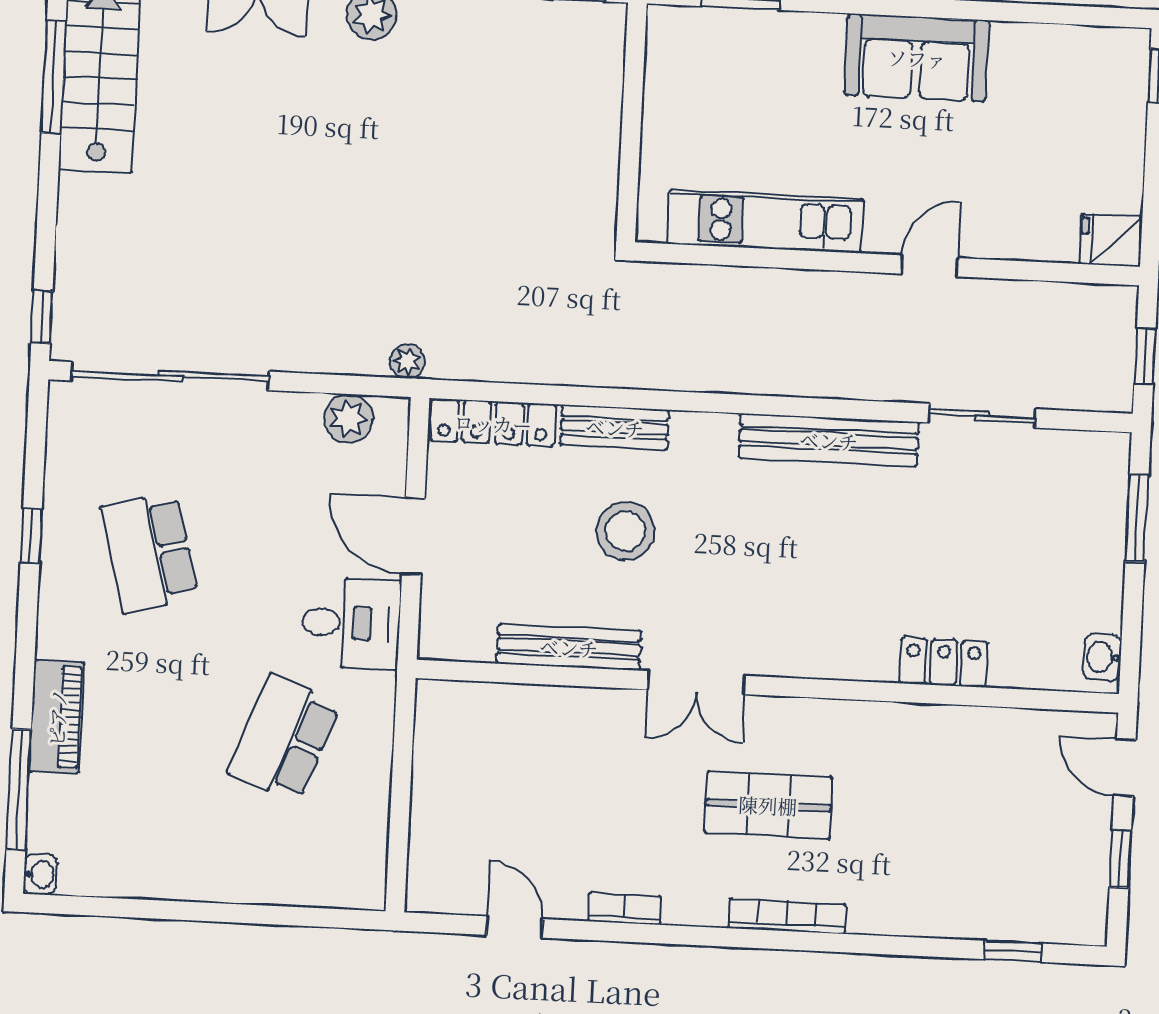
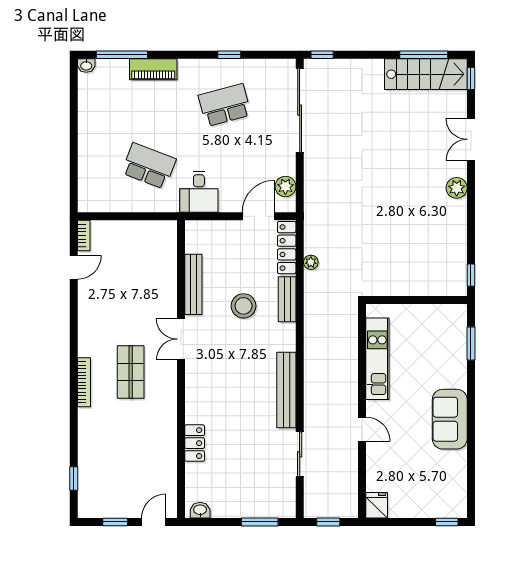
plant: (407, 361) -> (311, 262), moved
door: (413, 536) -> (258, 216), moved
bookcase: (625, 909) -> (84, 236), moved

